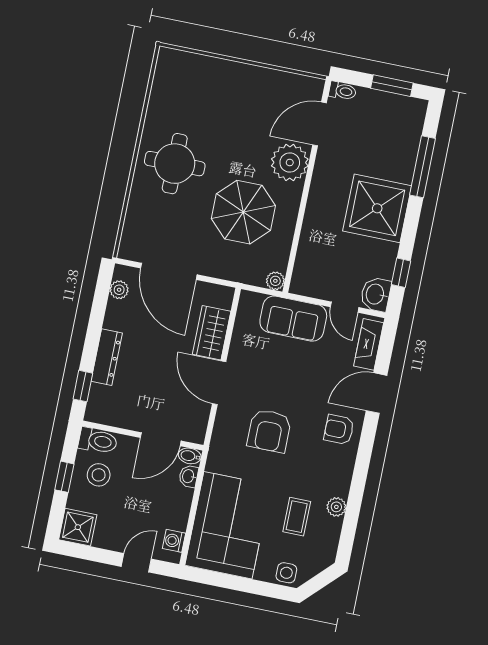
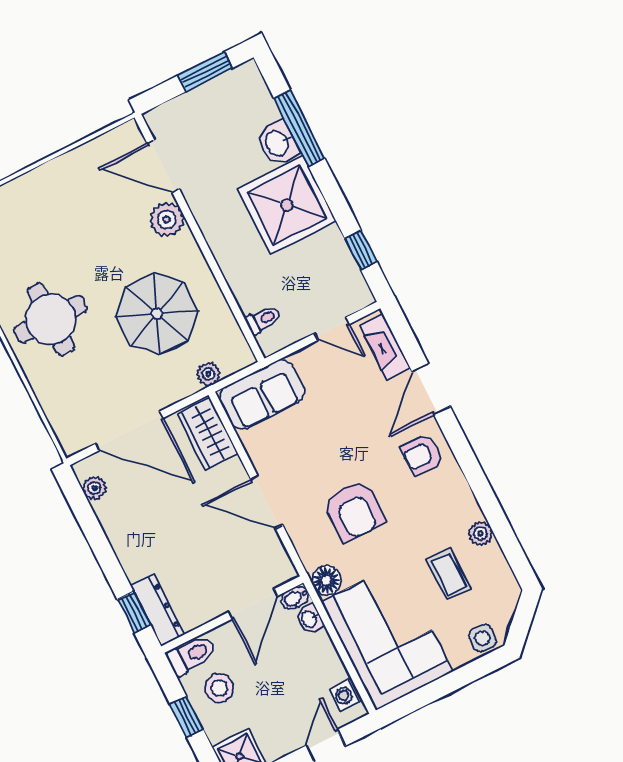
toilet: (342, 91) -> (263, 319), moved
door: (320, 124) -> (163, 166), hinge flipped
plant: (290, 162) -> (167, 220), width x0.73, depth x0.73
plant: (275, 281) -> (208, 374), moved
washbasin: (376, 294) -> (278, 143), moved
sofa: (293, 319) -> (262, 394), moved
wardrobe: (212, 333) -> (208, 434), moved
dresser: (107, 357) -> (158, 610), moved
floor lamp: (218, 461) -> (326, 580), added

